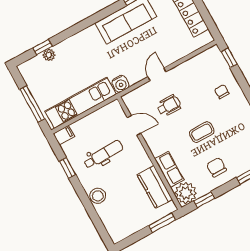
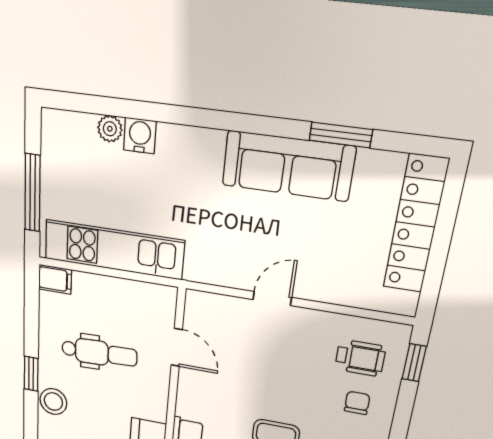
window: (43, 47) -> (107, 106), removed
water cooler: (120, 84) -> (140, 136), moved, turned 180
wheelchair: (169, 106) -> (360, 358), moved
window: (67, 168) -> (31, 374), moved

